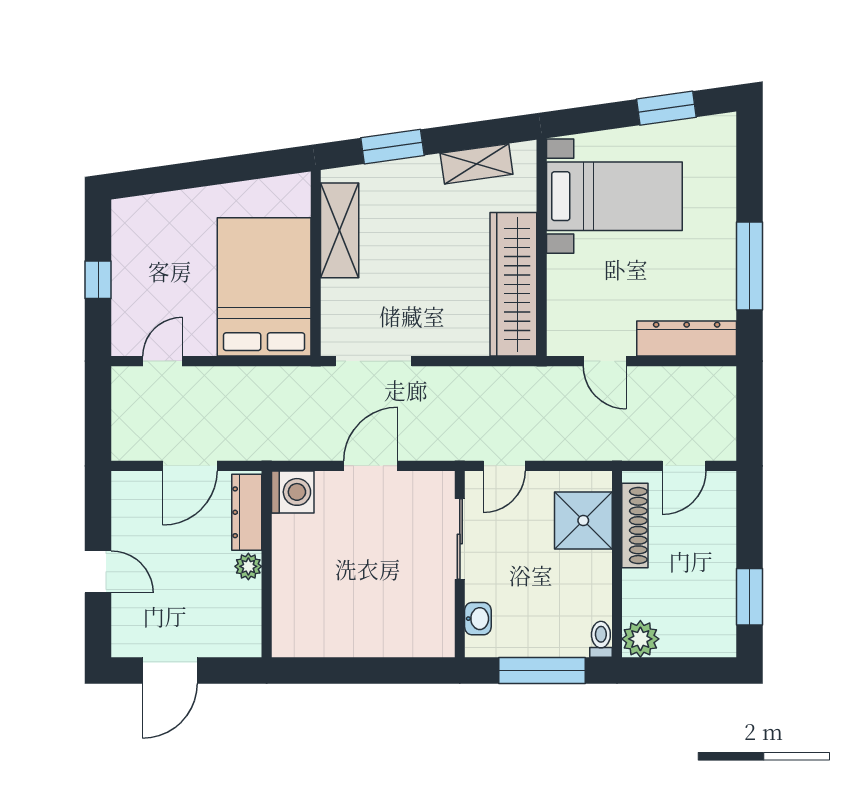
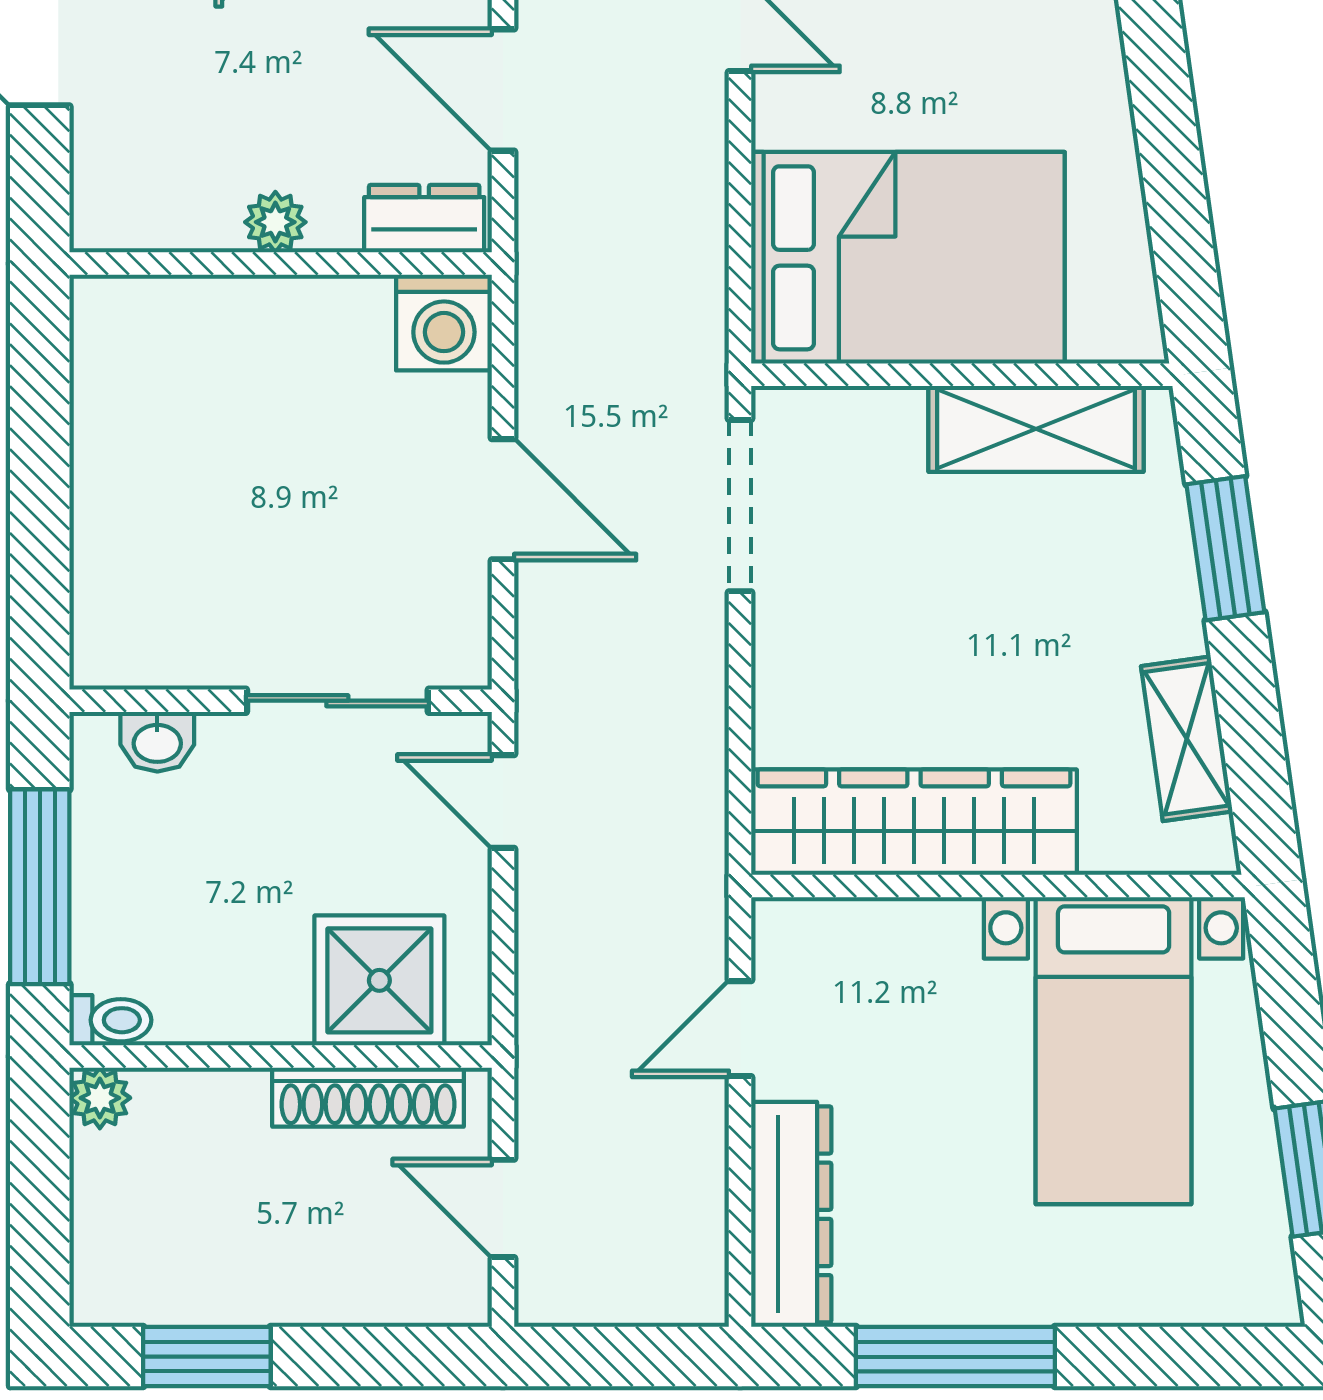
dresser: (247, 512) -> (424, 219), width x0.70
plant: (640, 639) -> (100, 1098), width x0.73, depth x0.73

